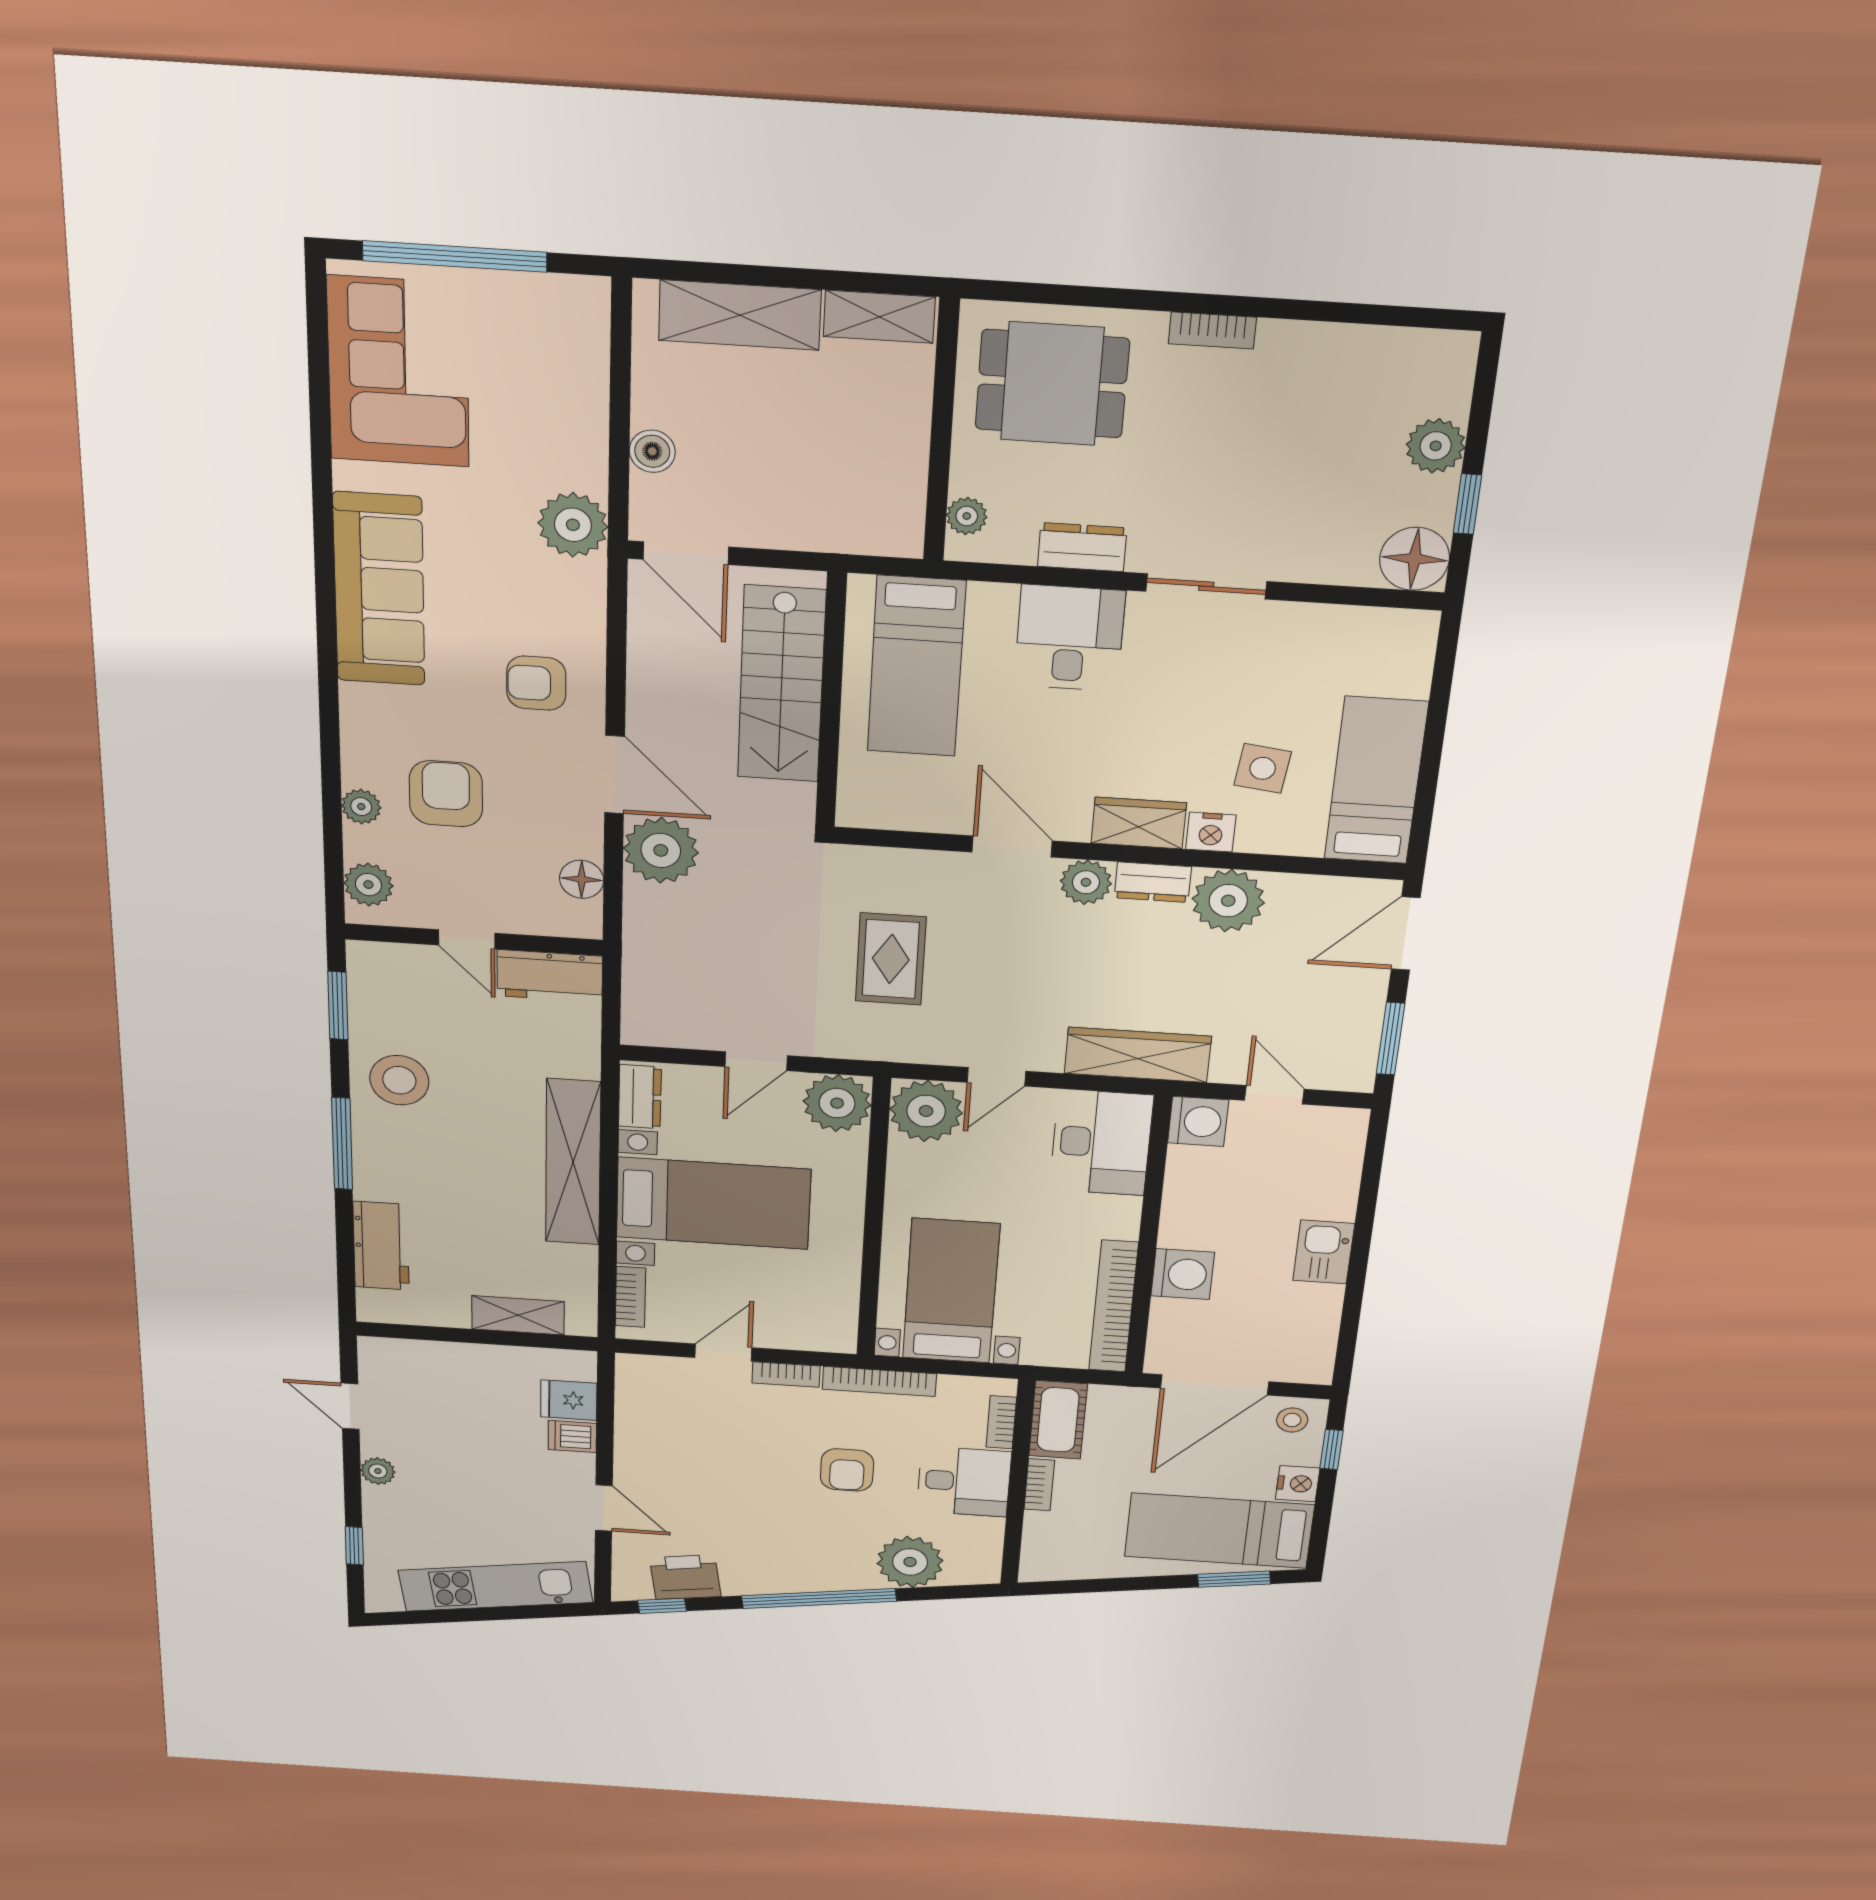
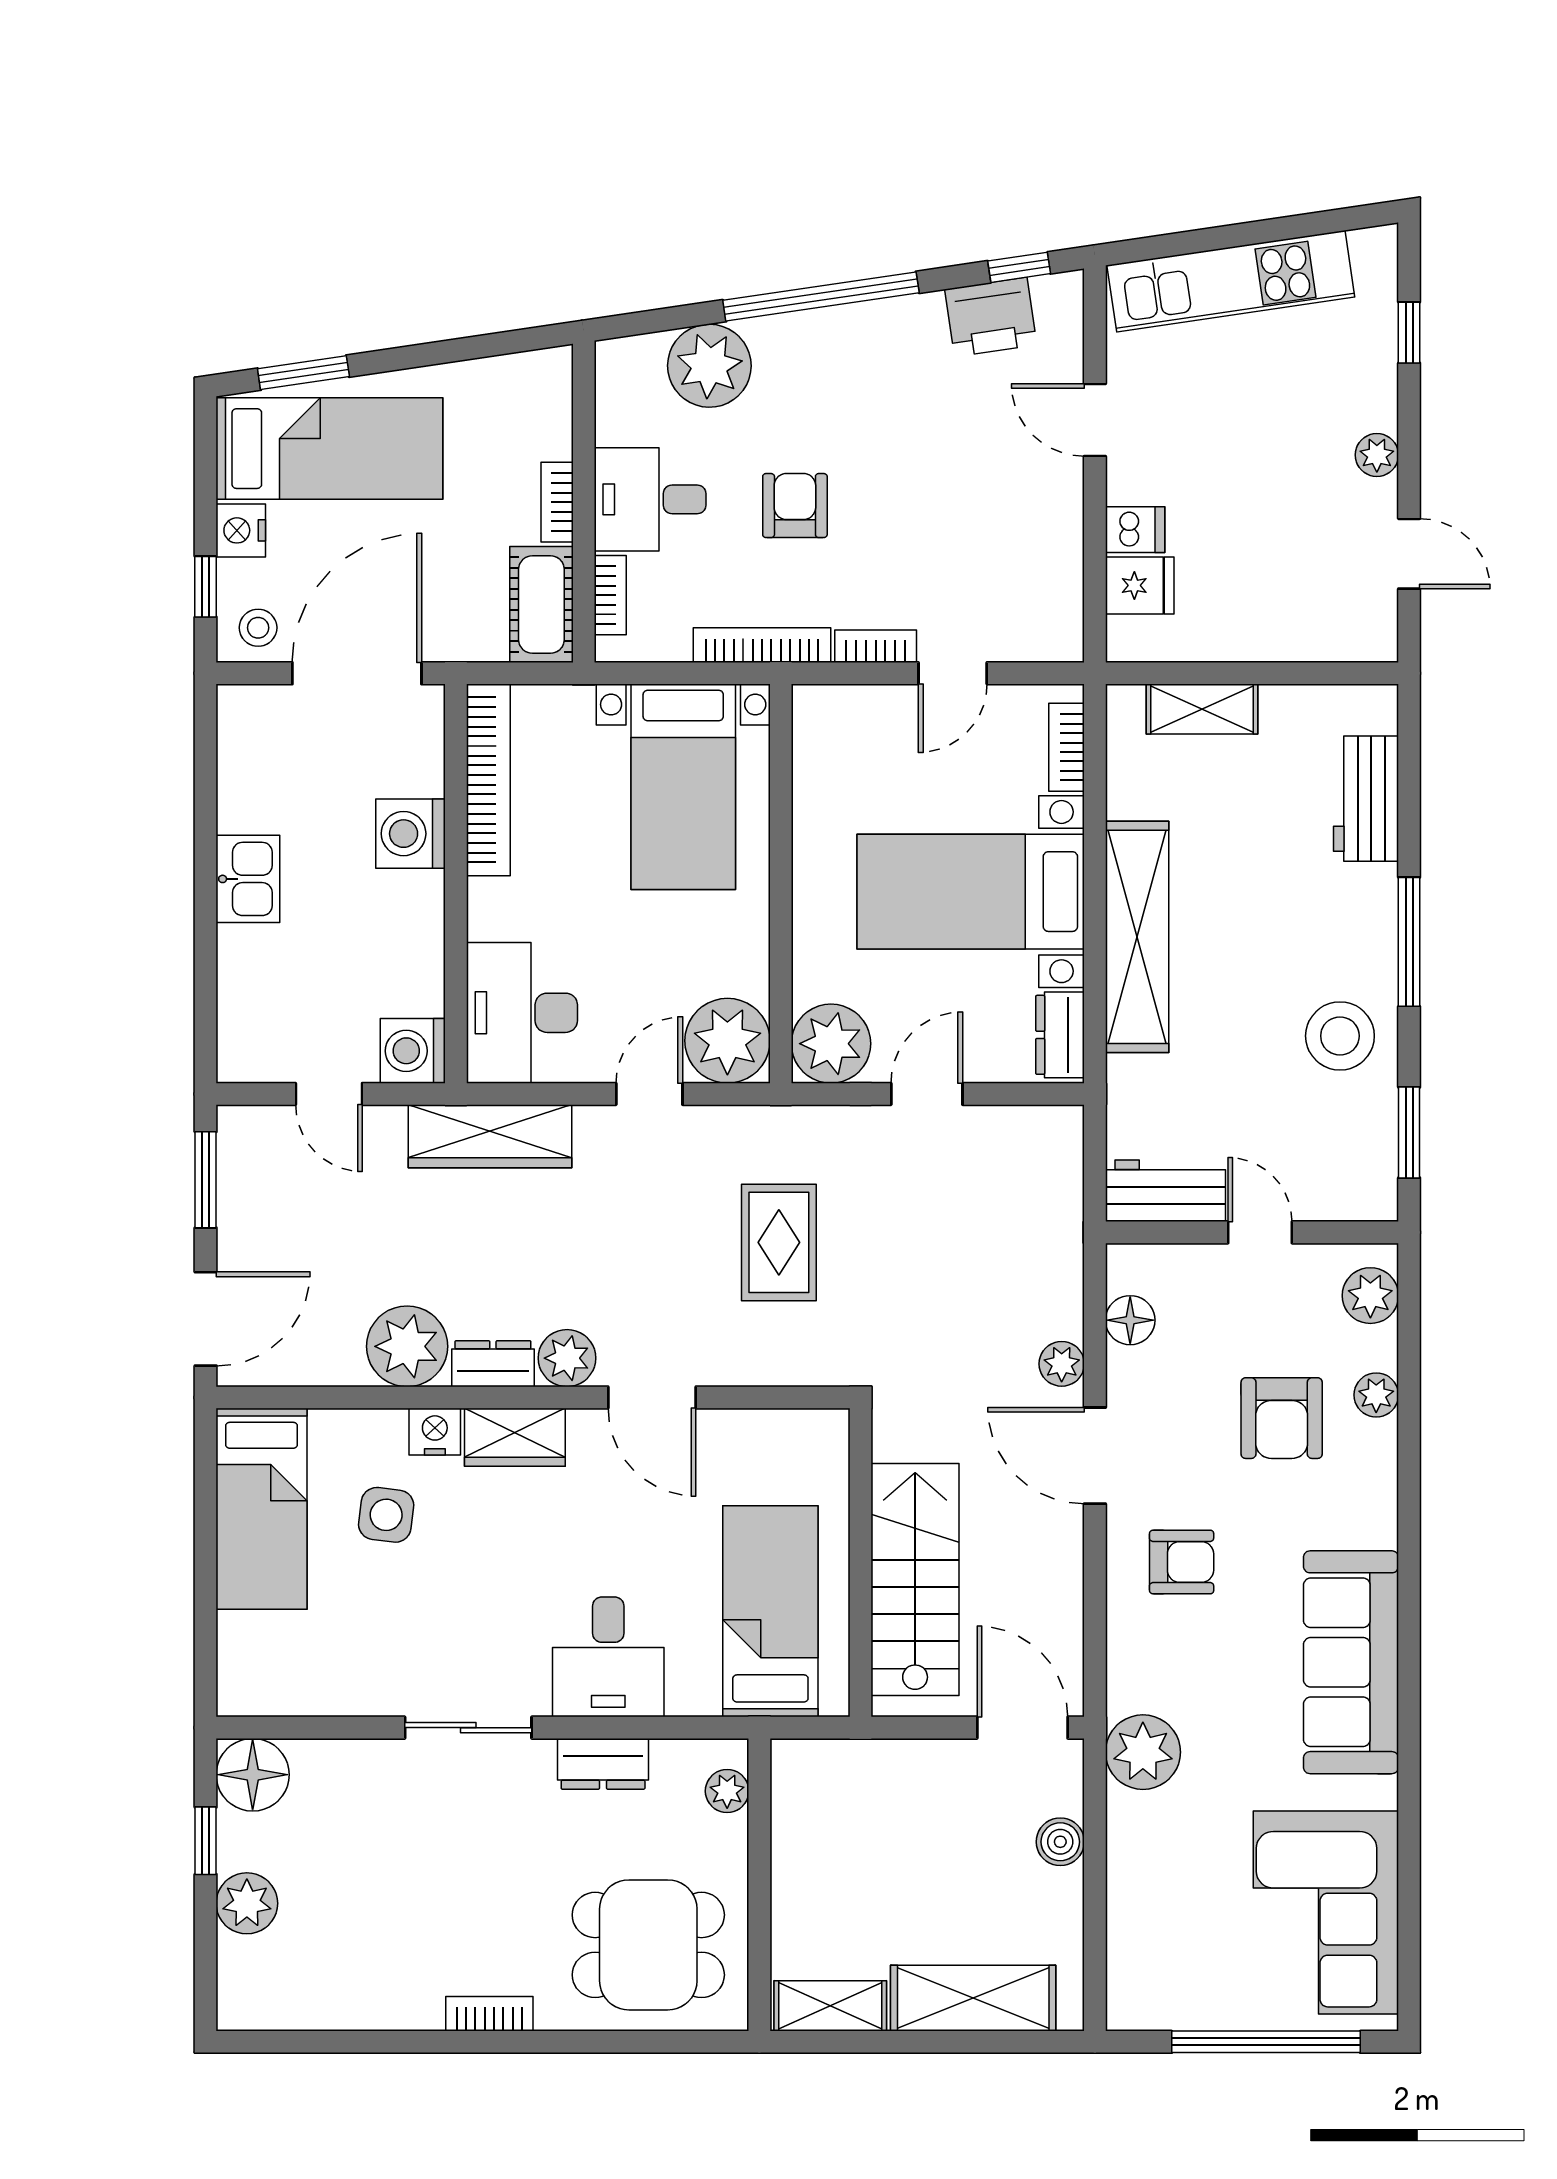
plant: (661, 850) -> (1062, 1364), width x0.53, depth x0.53

